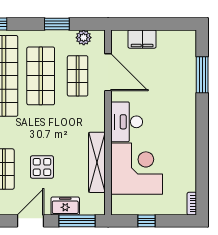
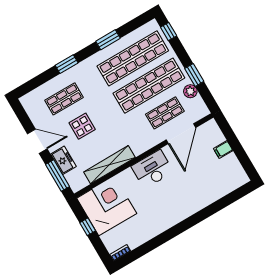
plant: (84, 38) -> (190, 91), moved
filing cabinet: (142, 39) -> (223, 150), width x0.50
window: (202, 75) -> (220, 204), removed
shop shelf: (41, 76) -> (149, 86), width x1.40
corner desk: (137, 169) -> (107, 206), moved, turned -90

